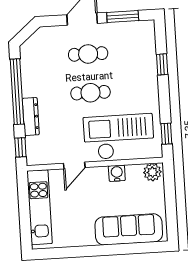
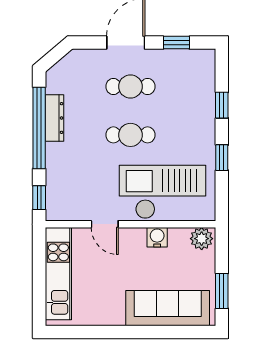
window: (123, 17) -> (176, 43), width x0.67
dresser: (31, 116) -> (54, 118), moved
window: (166, 134) -> (222, 158), moved
door: (74, 165) -> (105, 224), hinge flipped
window: (171, 213) -> (222, 291), added

